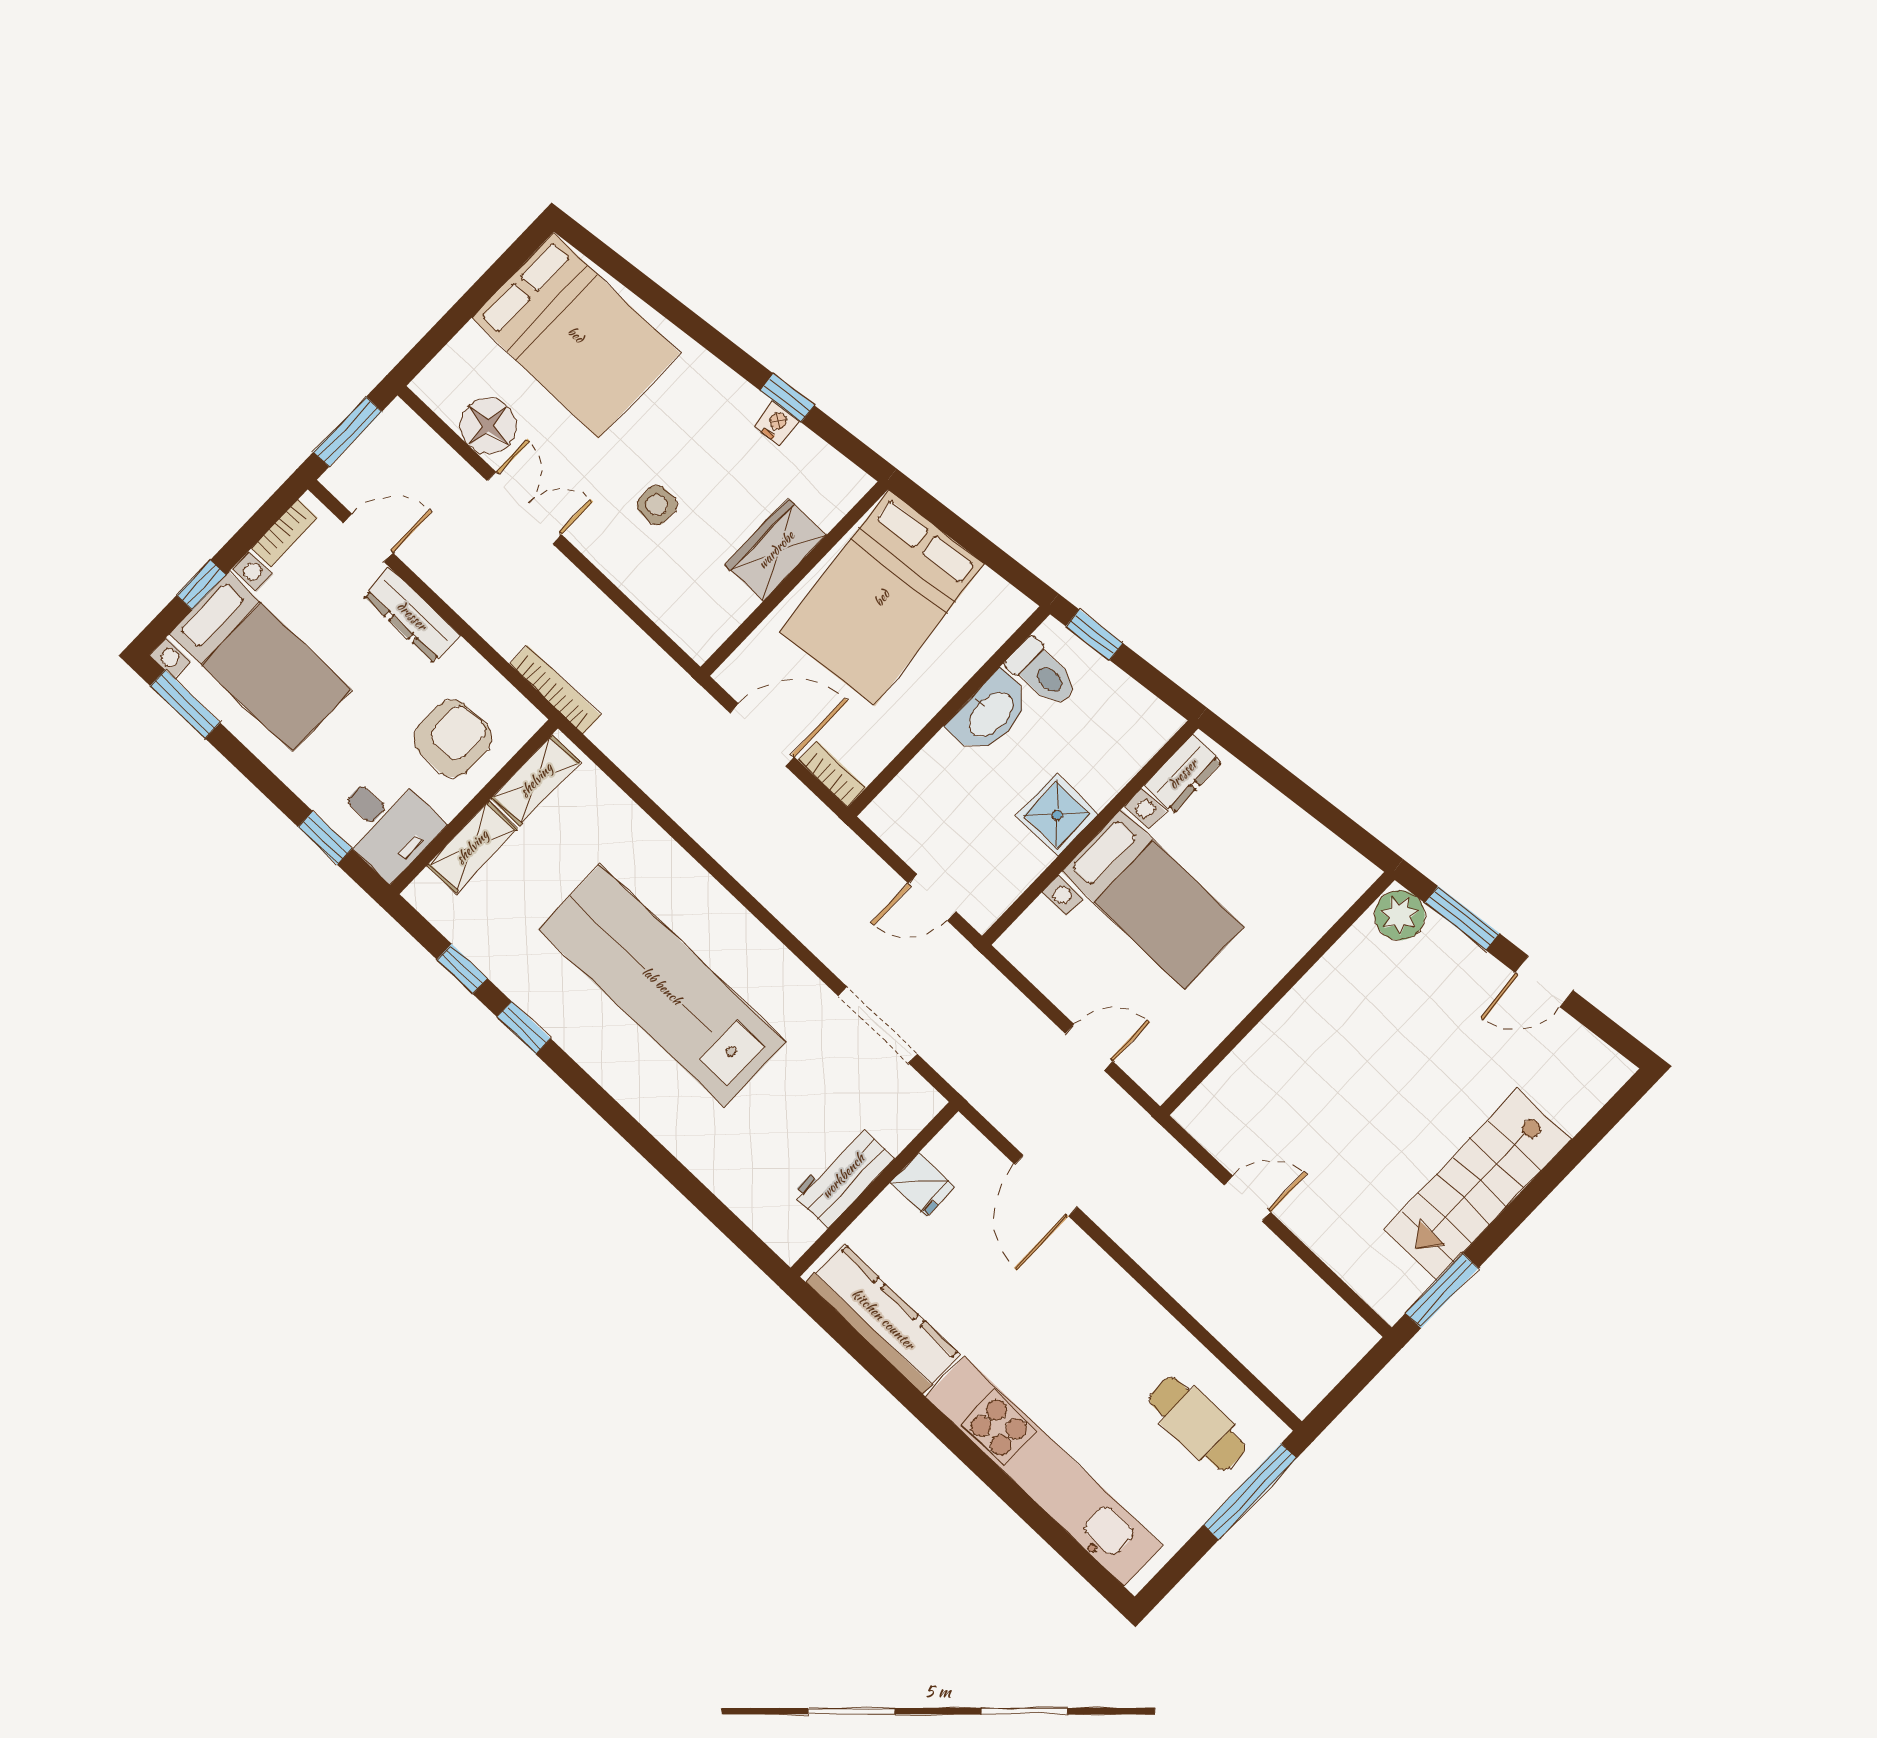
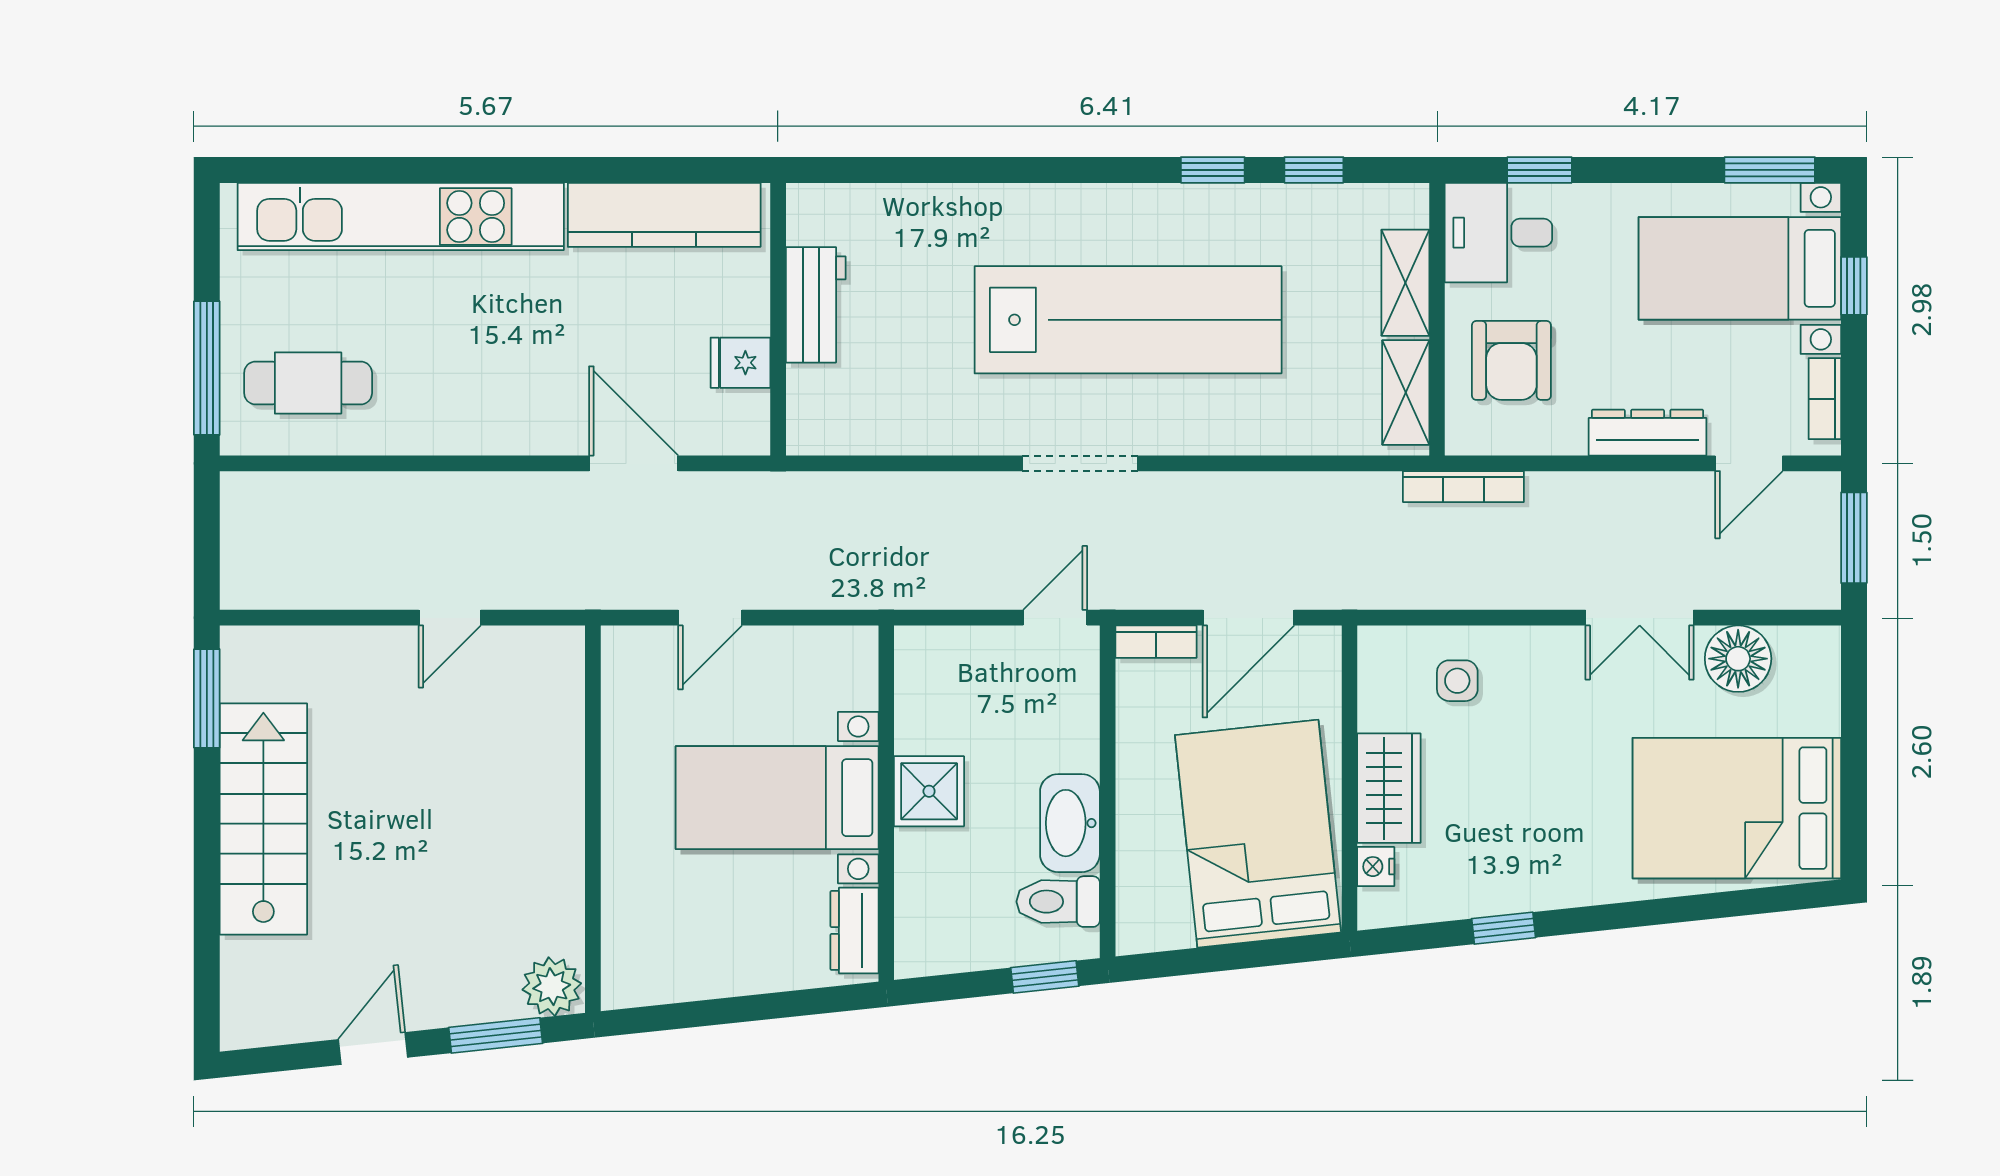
nightstand: (777, 423) -> (1376, 867), moved, turned 96
side table: (657, 505) -> (1457, 681), moved
door: (932, 897) -> (1055, 618), moved
doorway: (878, 1025) -> (1080, 463), moved

